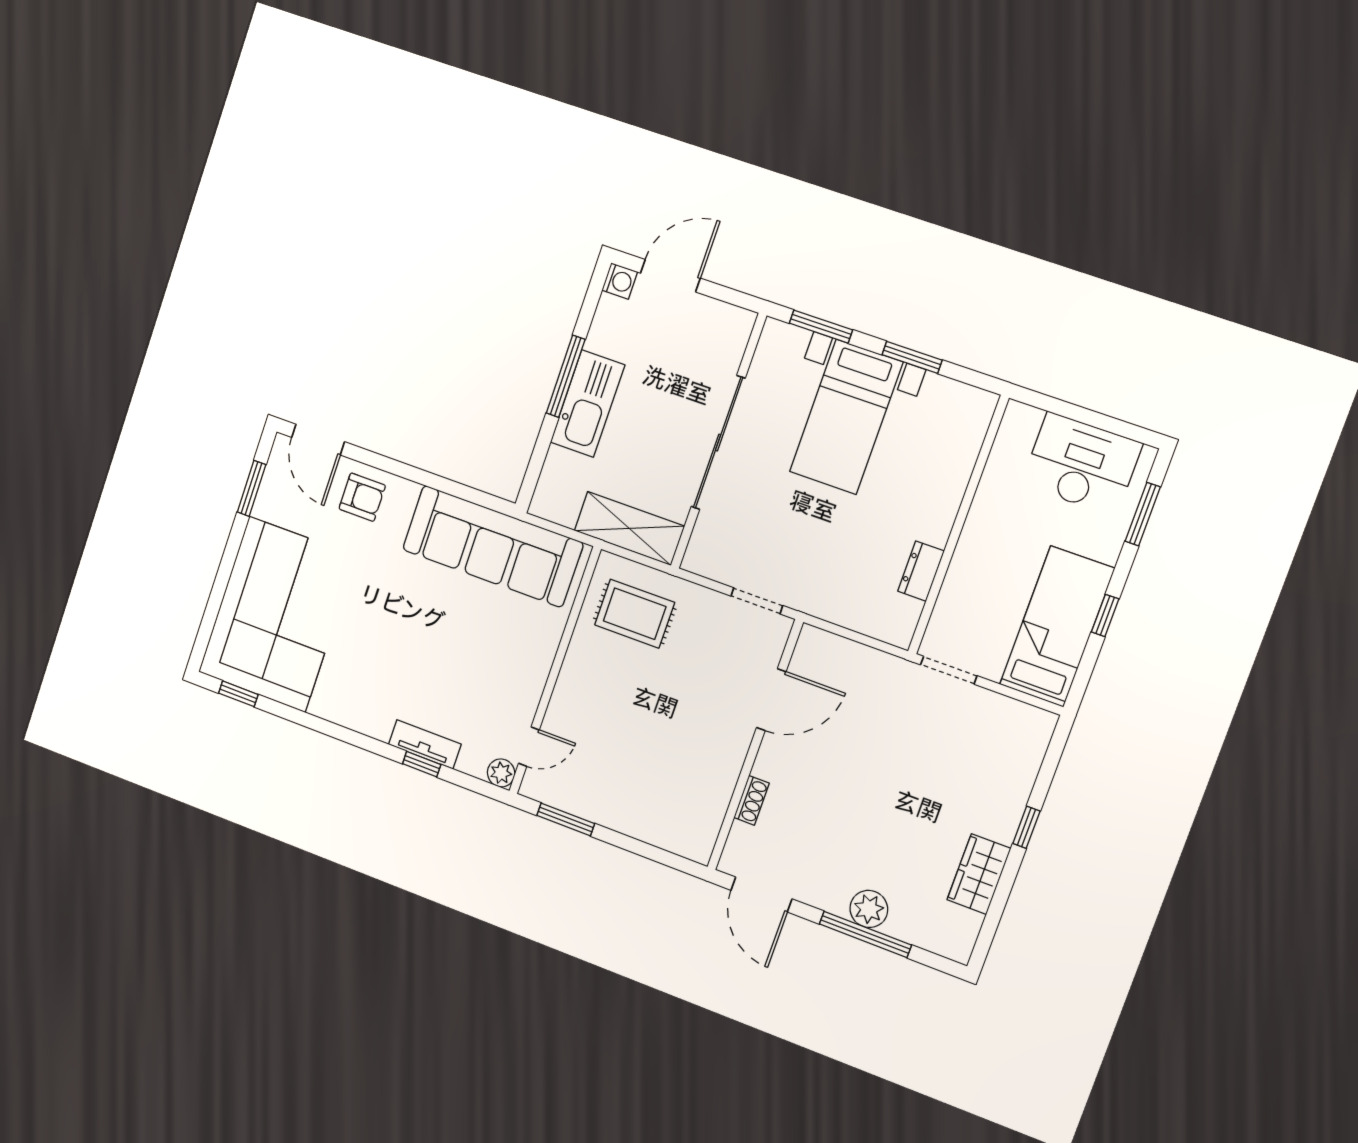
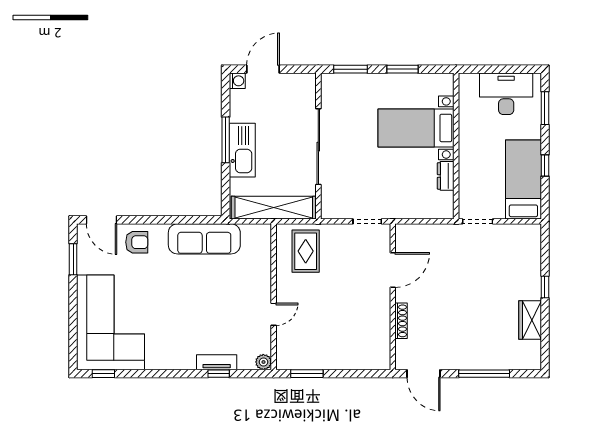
bed with nightstands: (846, 417) -> (416, 128), moved, turned 90
shelving: (629, 528) -> (274, 208), width x1.47
sofa: (493, 546) -> (204, 239), width x0.74, depth x0.79
rug: (635, 614) -> (306, 251), turned 90
door: (529, 747) -> (274, 314), moved
shoe rack: (752, 800) -> (401, 321), width x1.43
plant: (869, 909) -> (481, 360), removed

